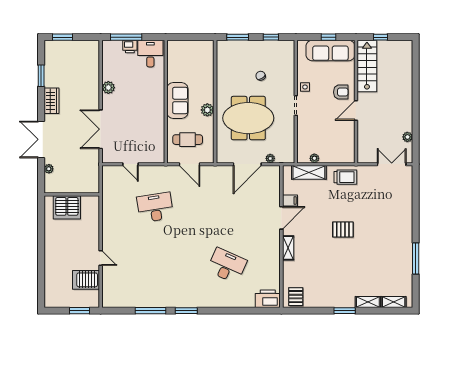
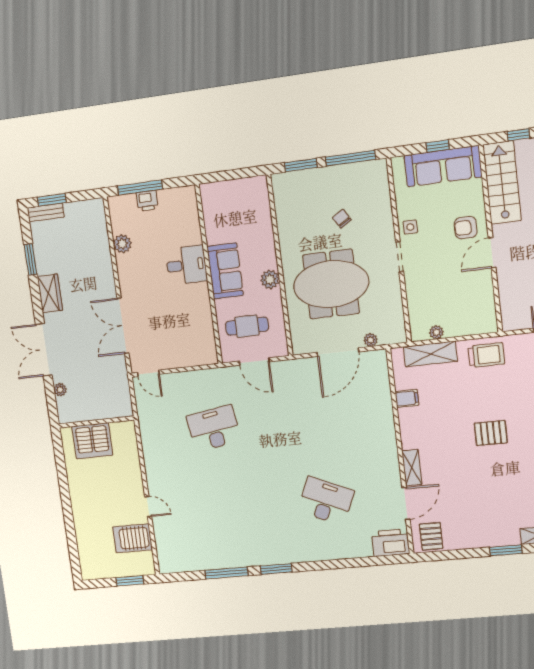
window: (271, 37) -> (350, 158), width x2.17
bench: (57, 45) -> (46, 212), added
desk: (150, 54) -> (186, 265), moved, turned 90
plant: (108, 88) -> (122, 244), moved
armchair: (341, 92) -> (466, 228), turned 180
door: (130, 164) -> (148, 373), moved
door: (281, 218) -> (406, 503), moved

